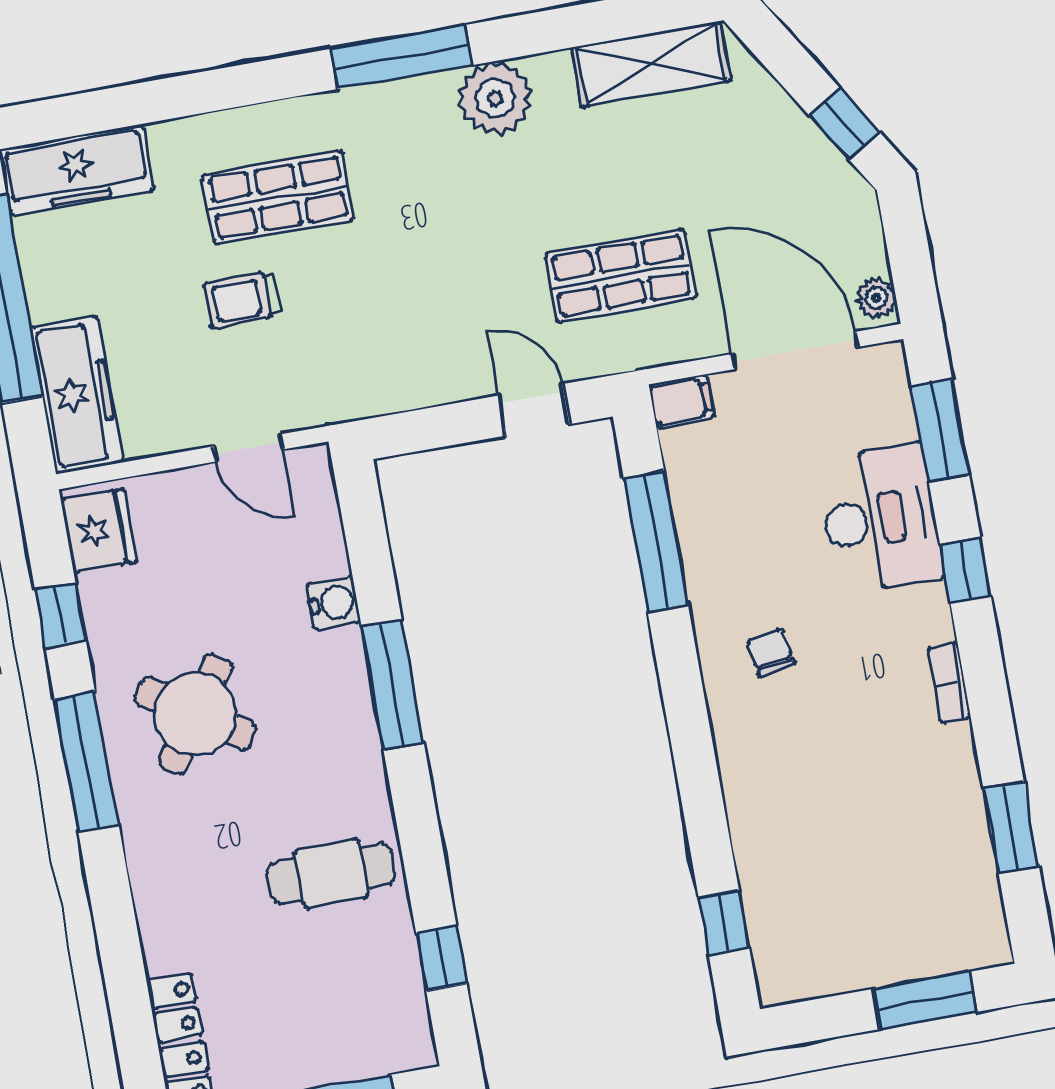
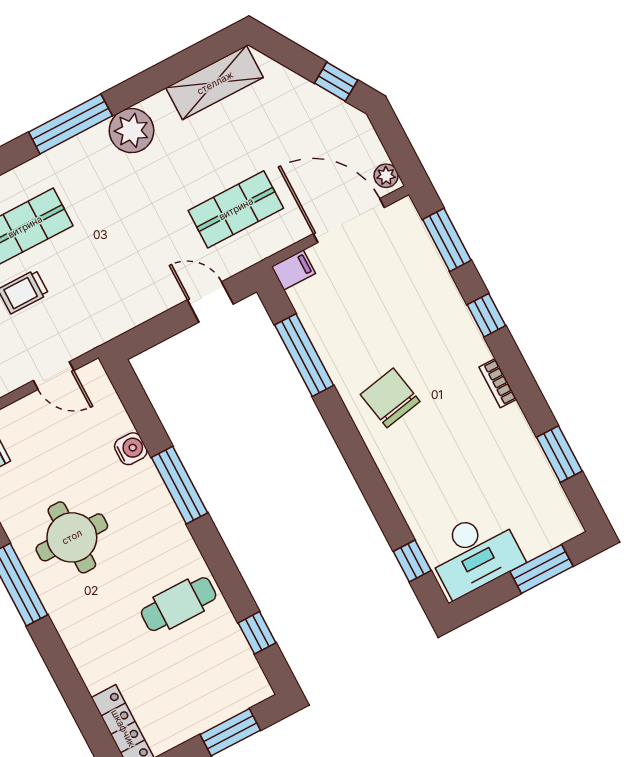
desk: (880, 519) -> (475, 553), moved, turned 90
chair: (771, 653) -> (390, 398), width x1.87, depth x1.87
round table: (195, 714) -> (72, 537), turned -34

